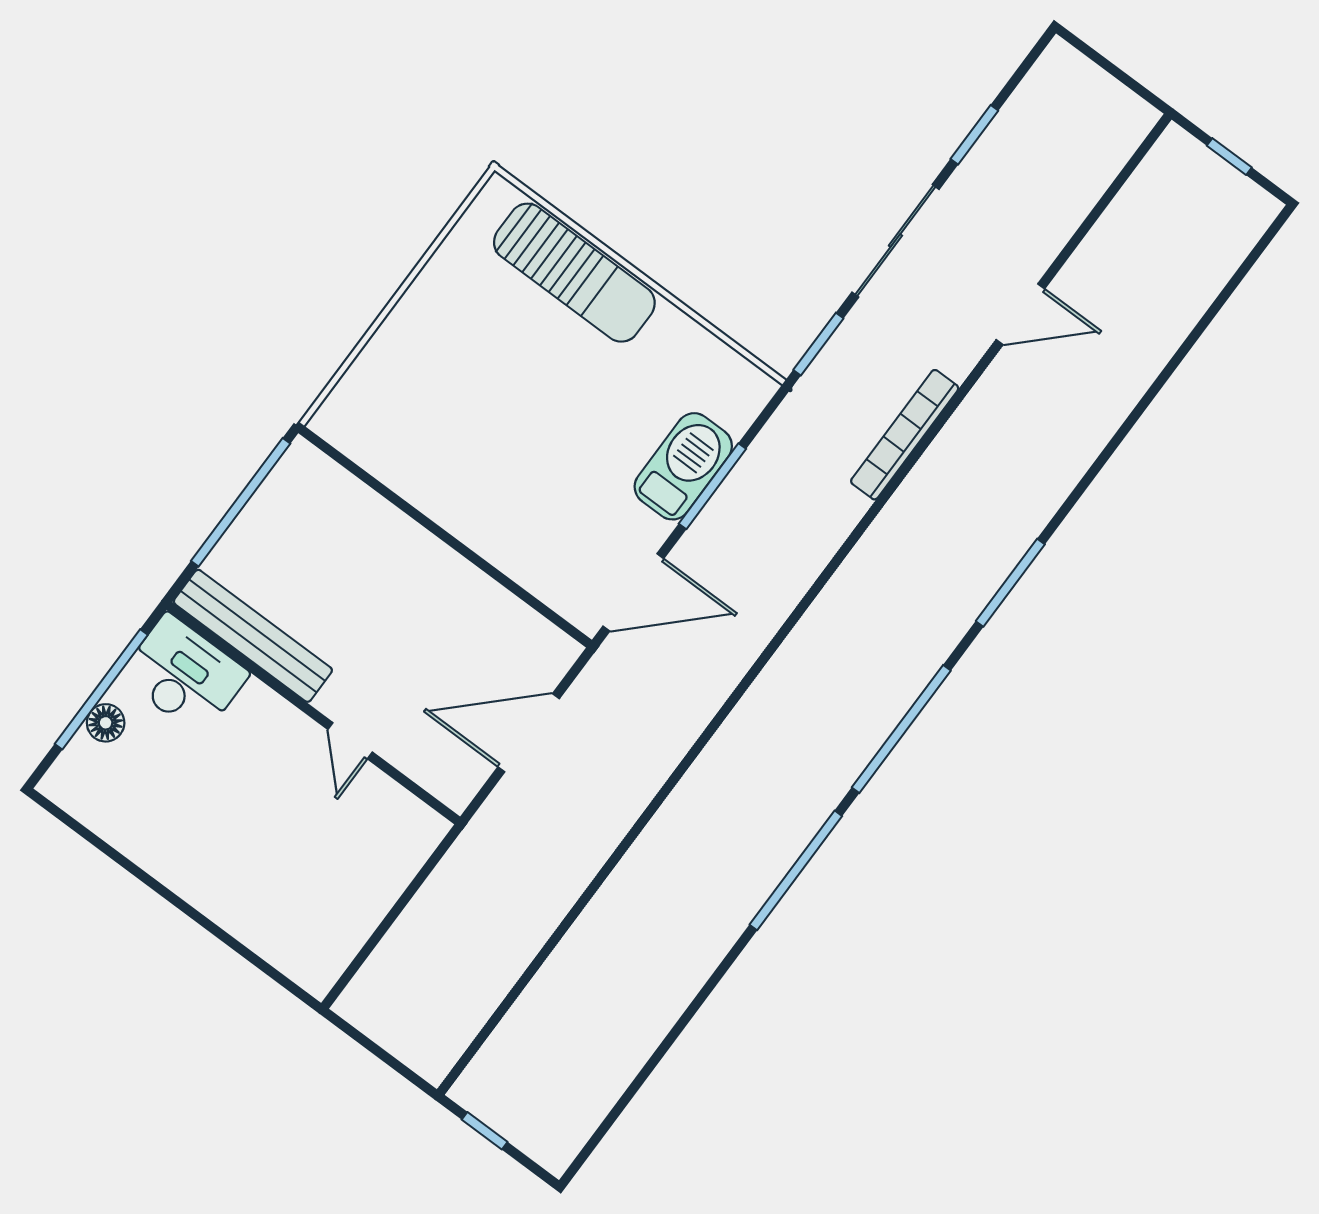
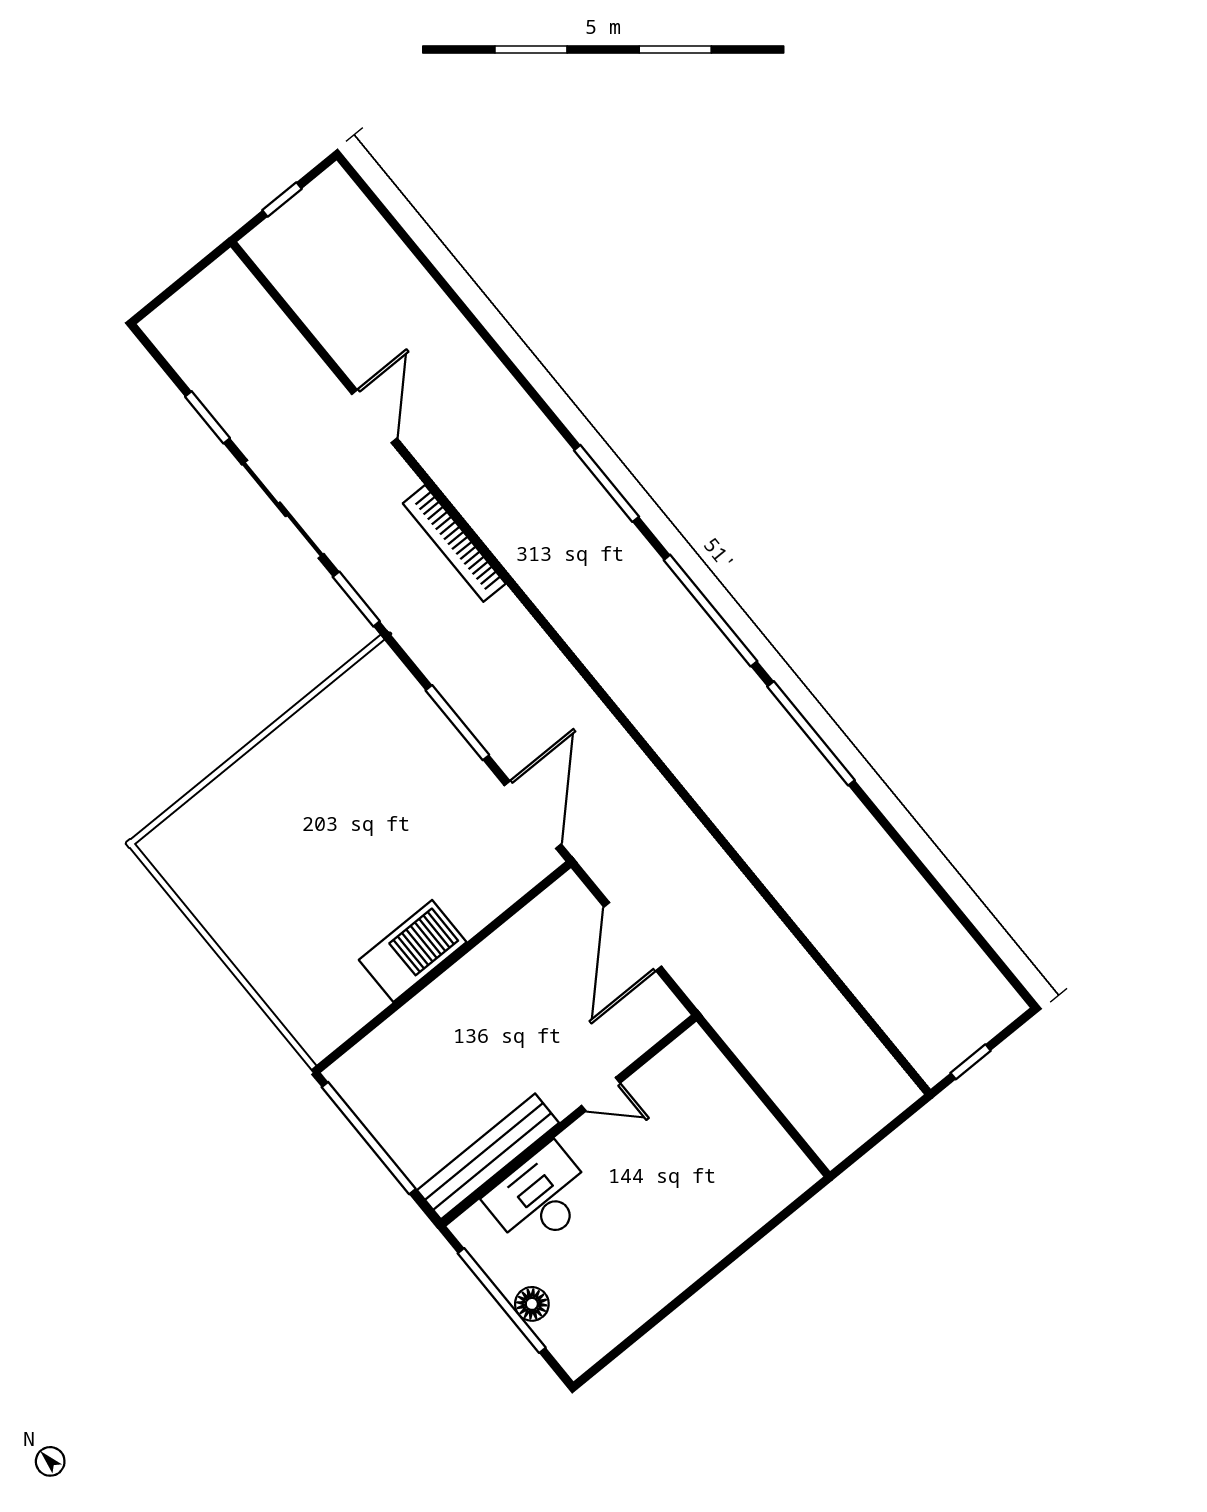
sun lounger: (574, 273) -> (241, 797), removed
barbecue: (683, 466) -> (413, 951), moved, turned 90
desk: (184, 675) -> (541, 1198), moved

